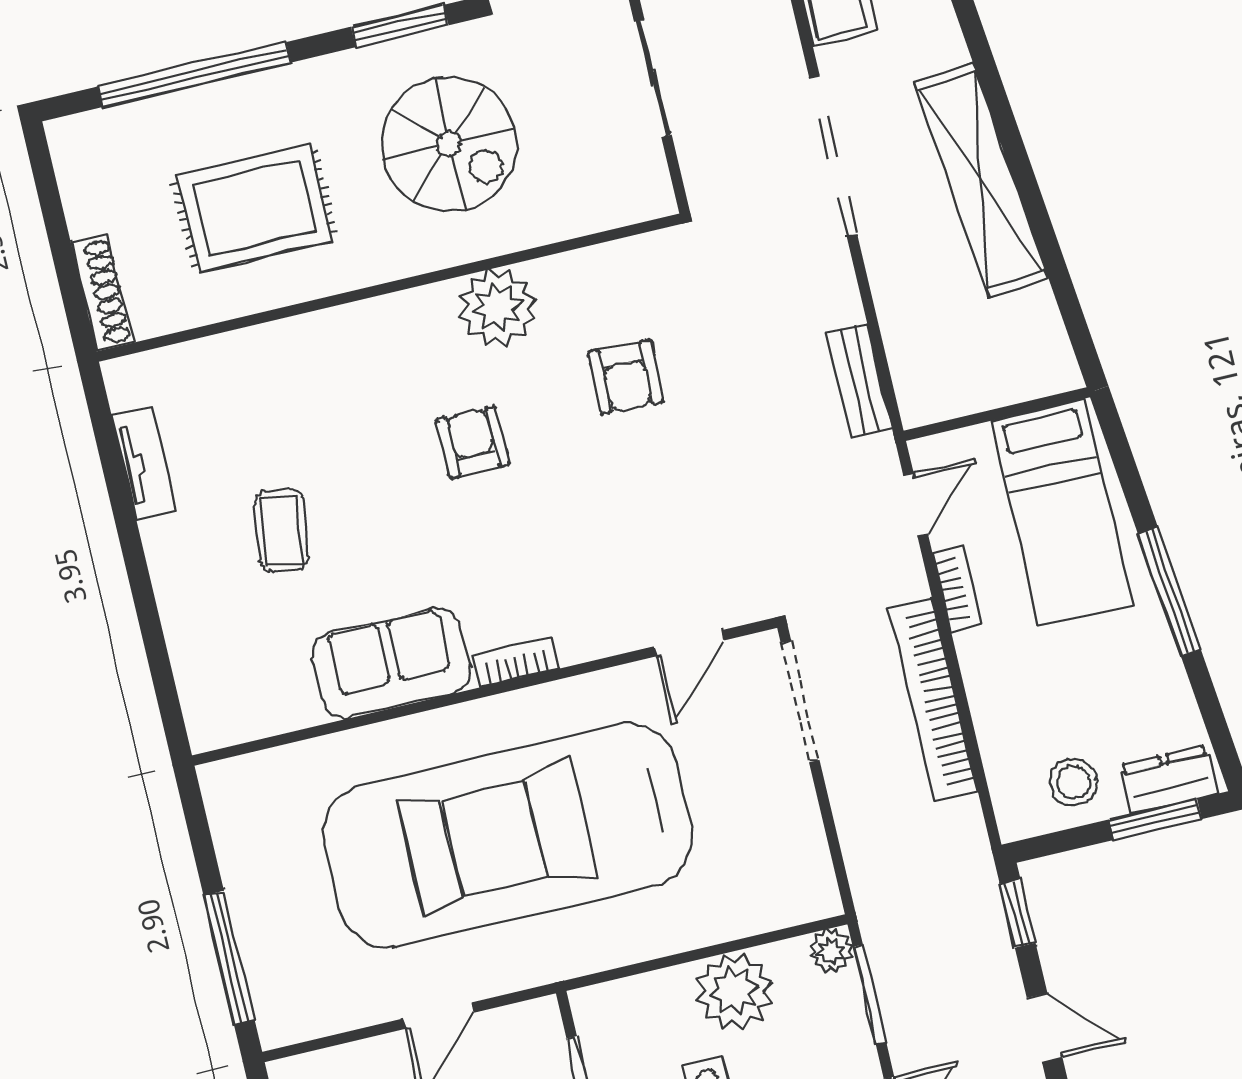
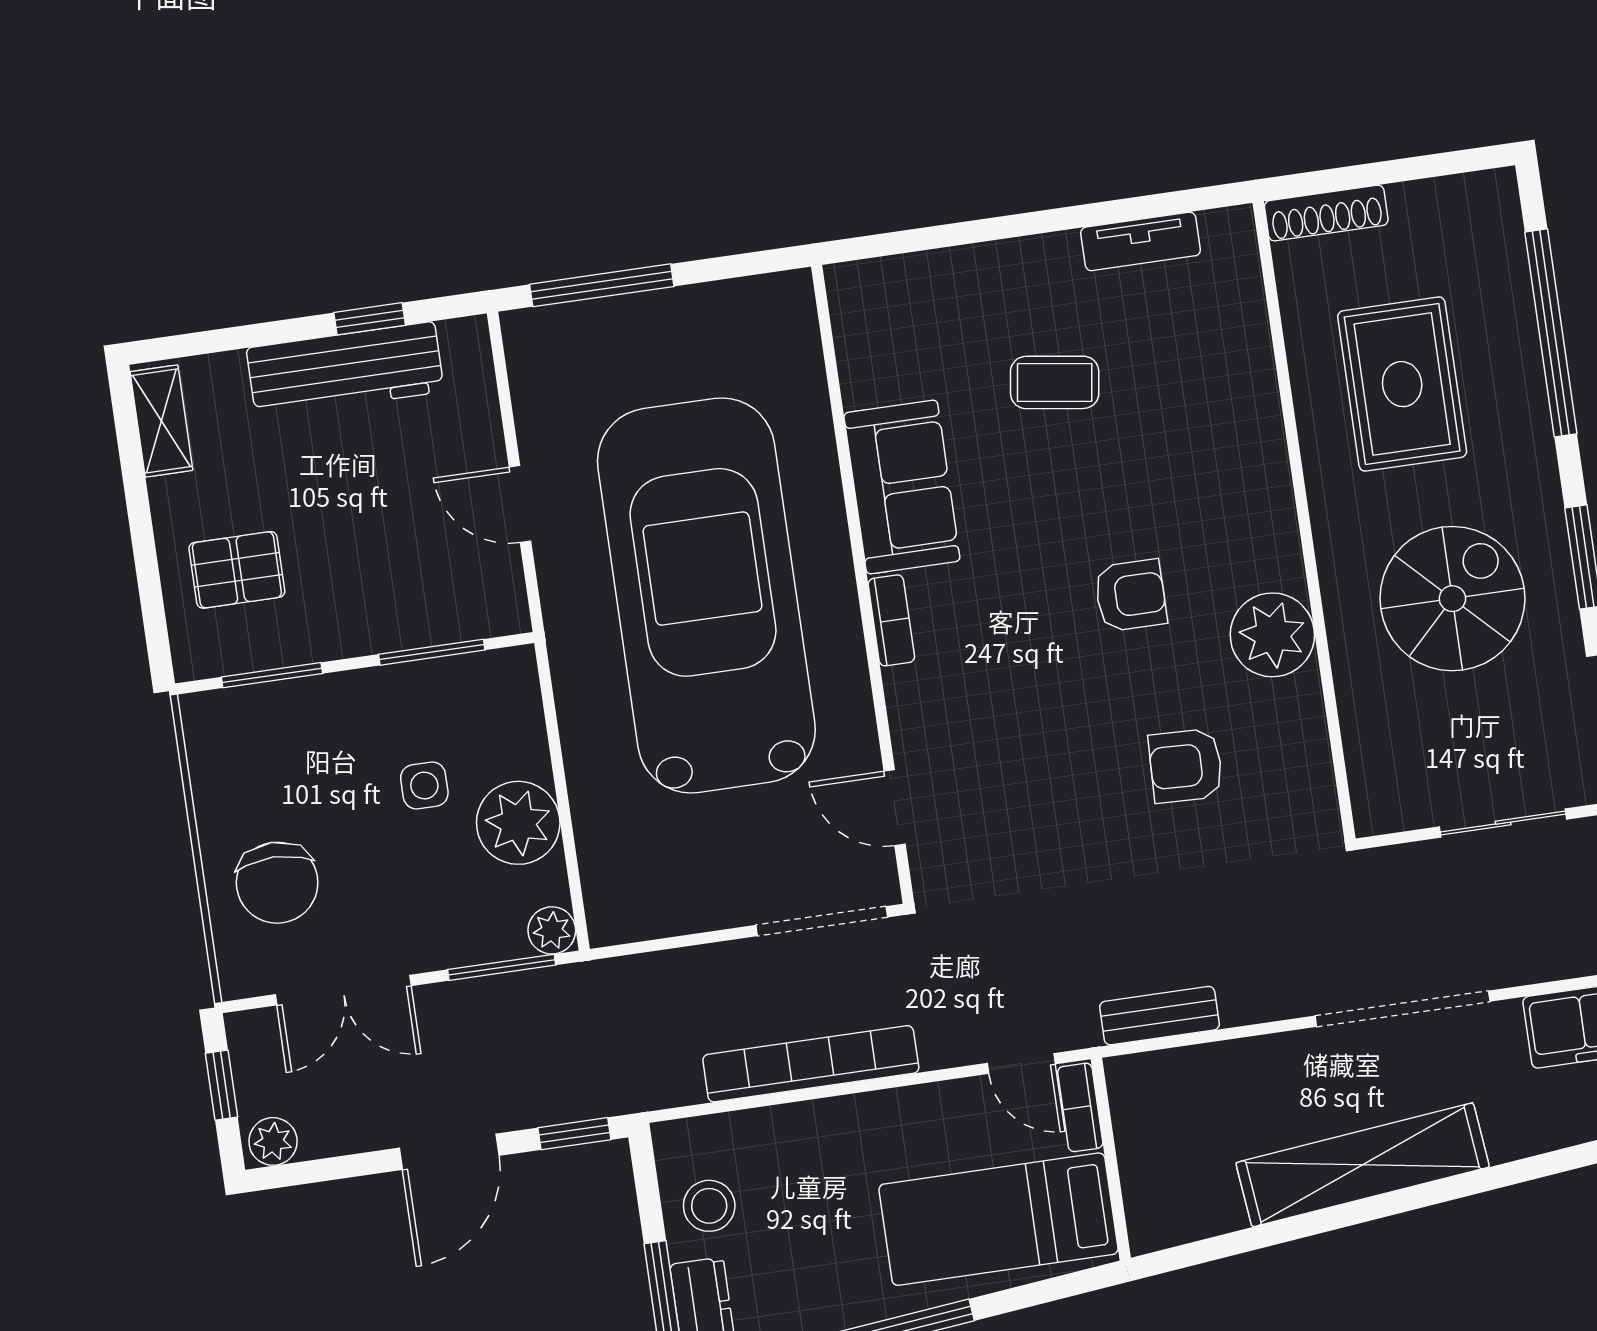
spiral stairs: (449, 144) -> (1452, 599), turned 180
bookcase: (957, 589) -> (1080, 1107), moved, turned 90
door: (1045, 1028) -> (449, 1152), width x1.38

